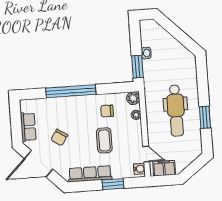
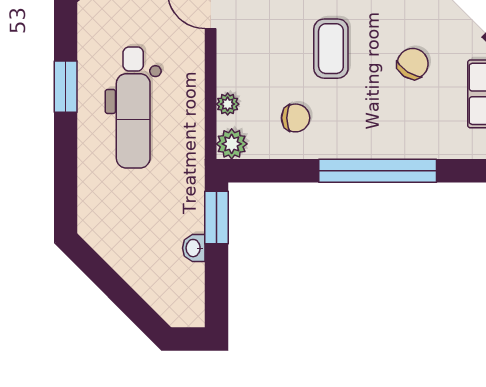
dental chair: (176, 111) -> (133, 107), turned 180
coffee table: (104, 140) -> (331, 49), moved

